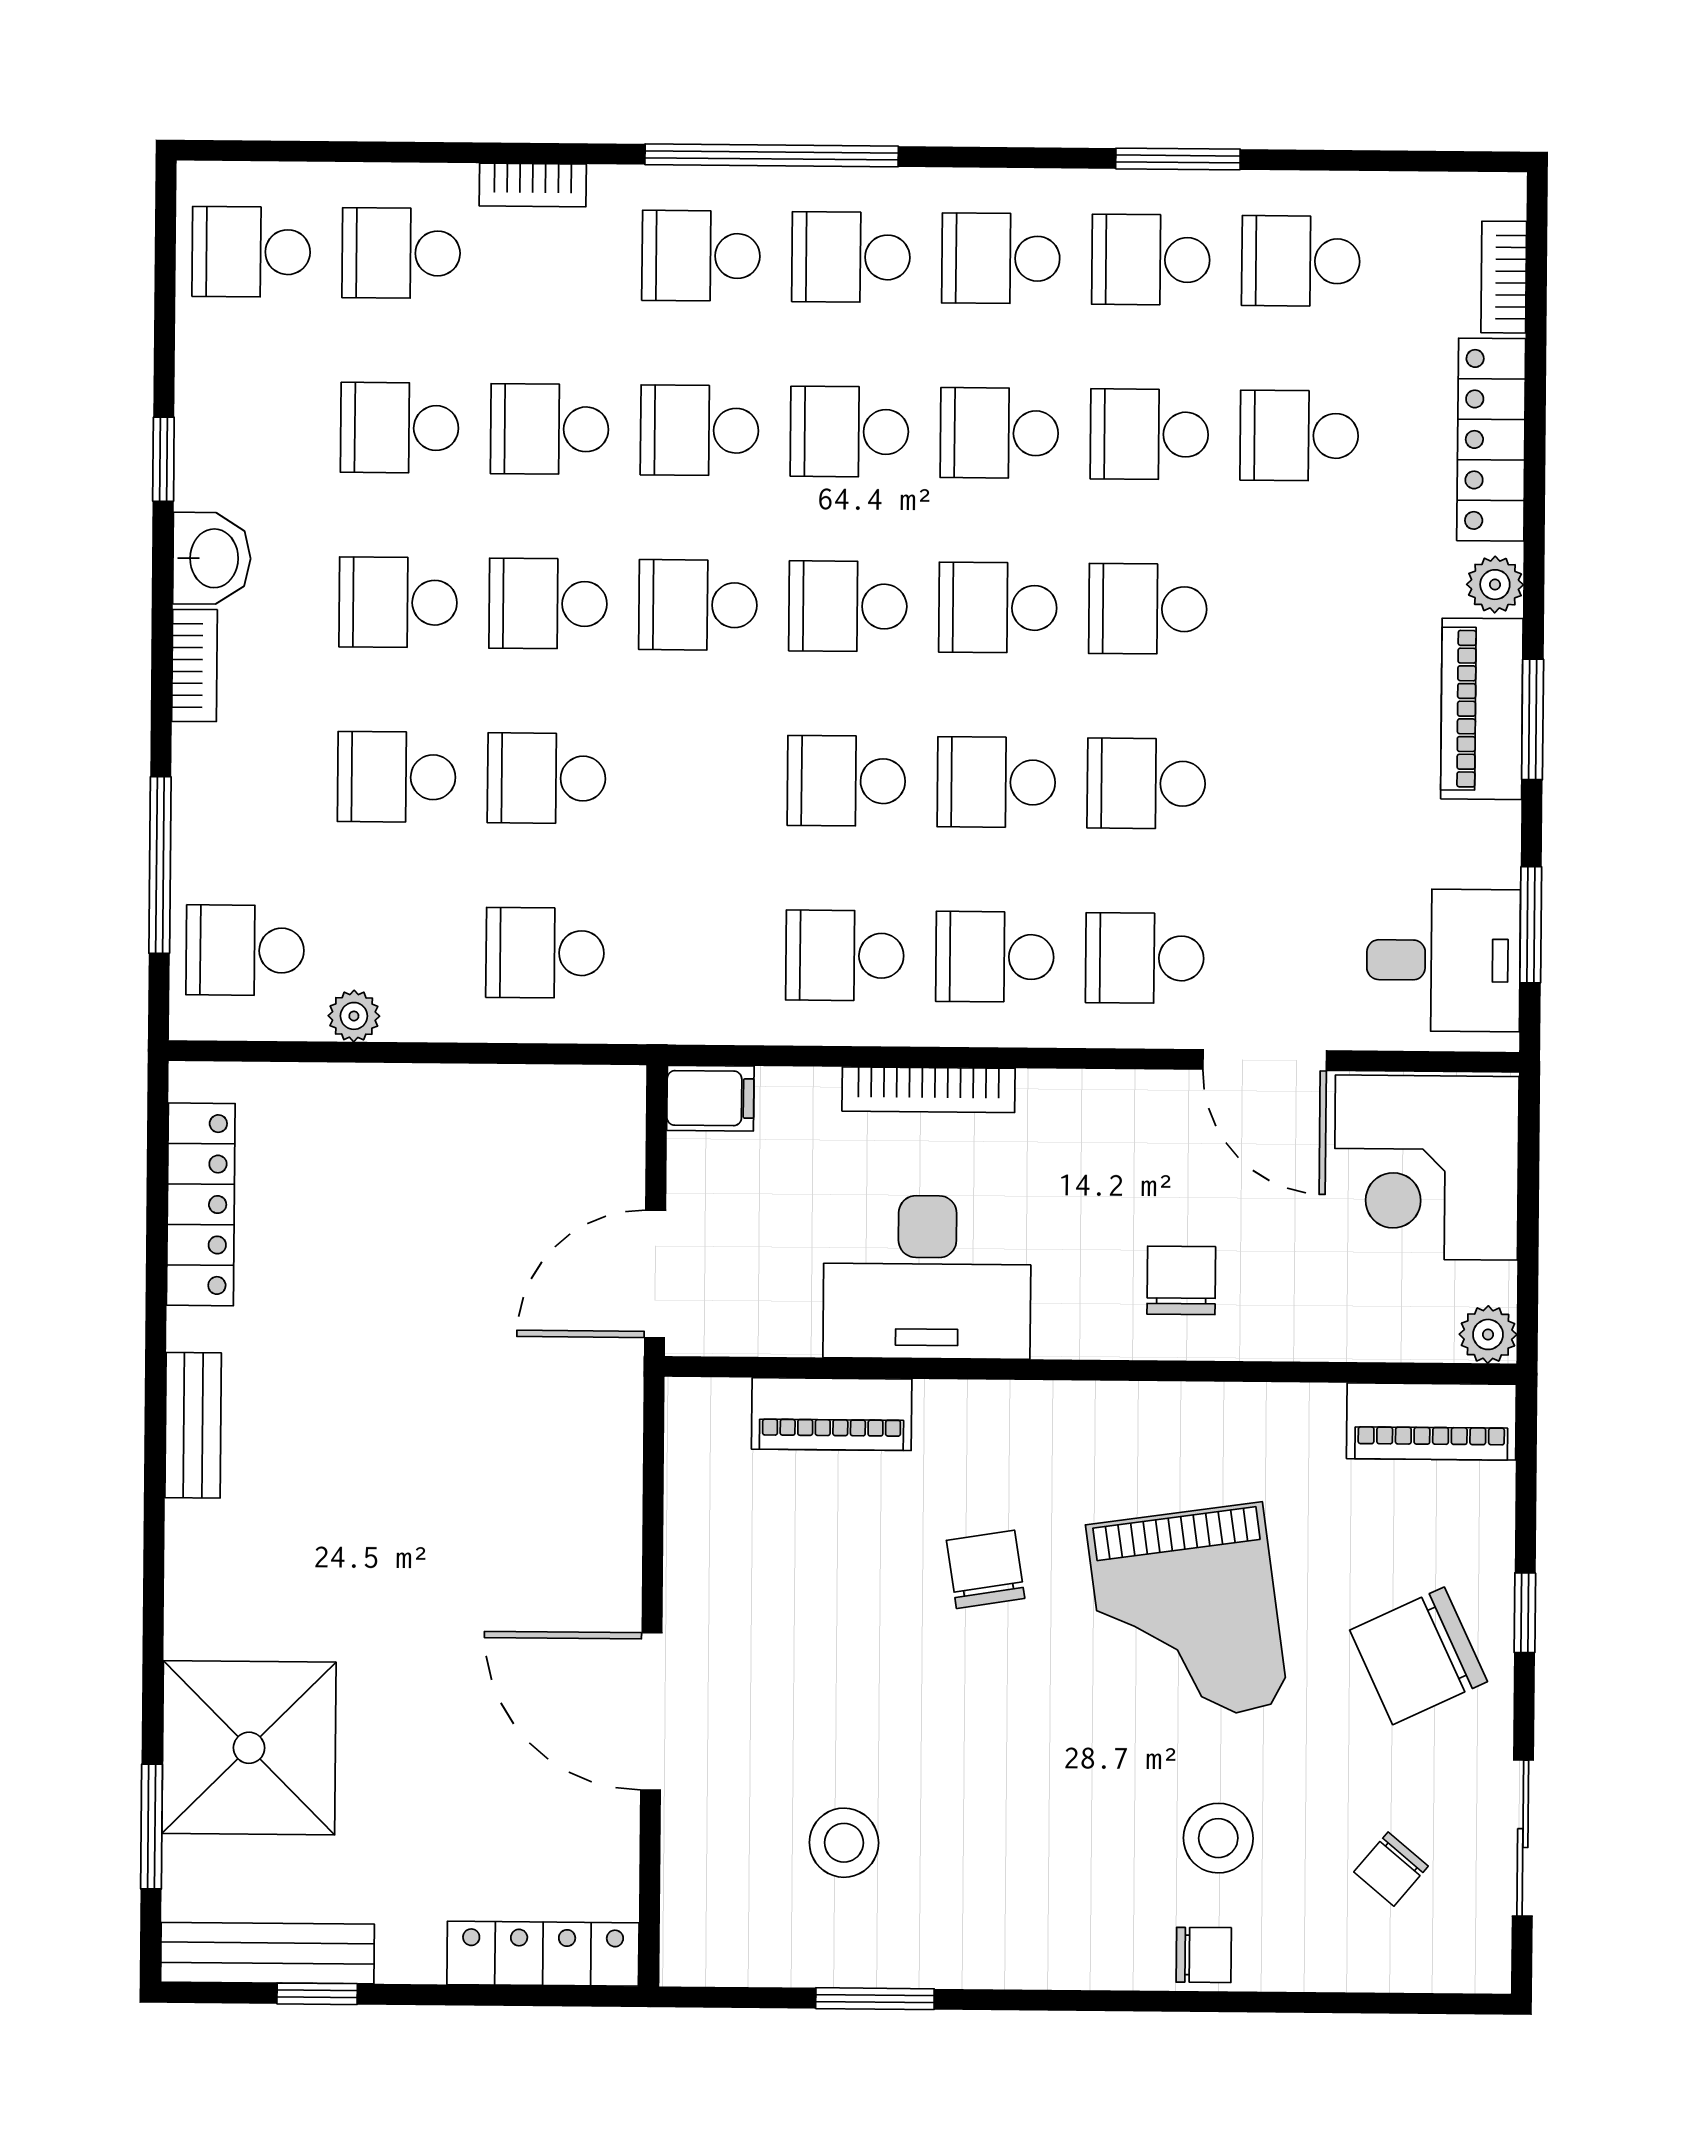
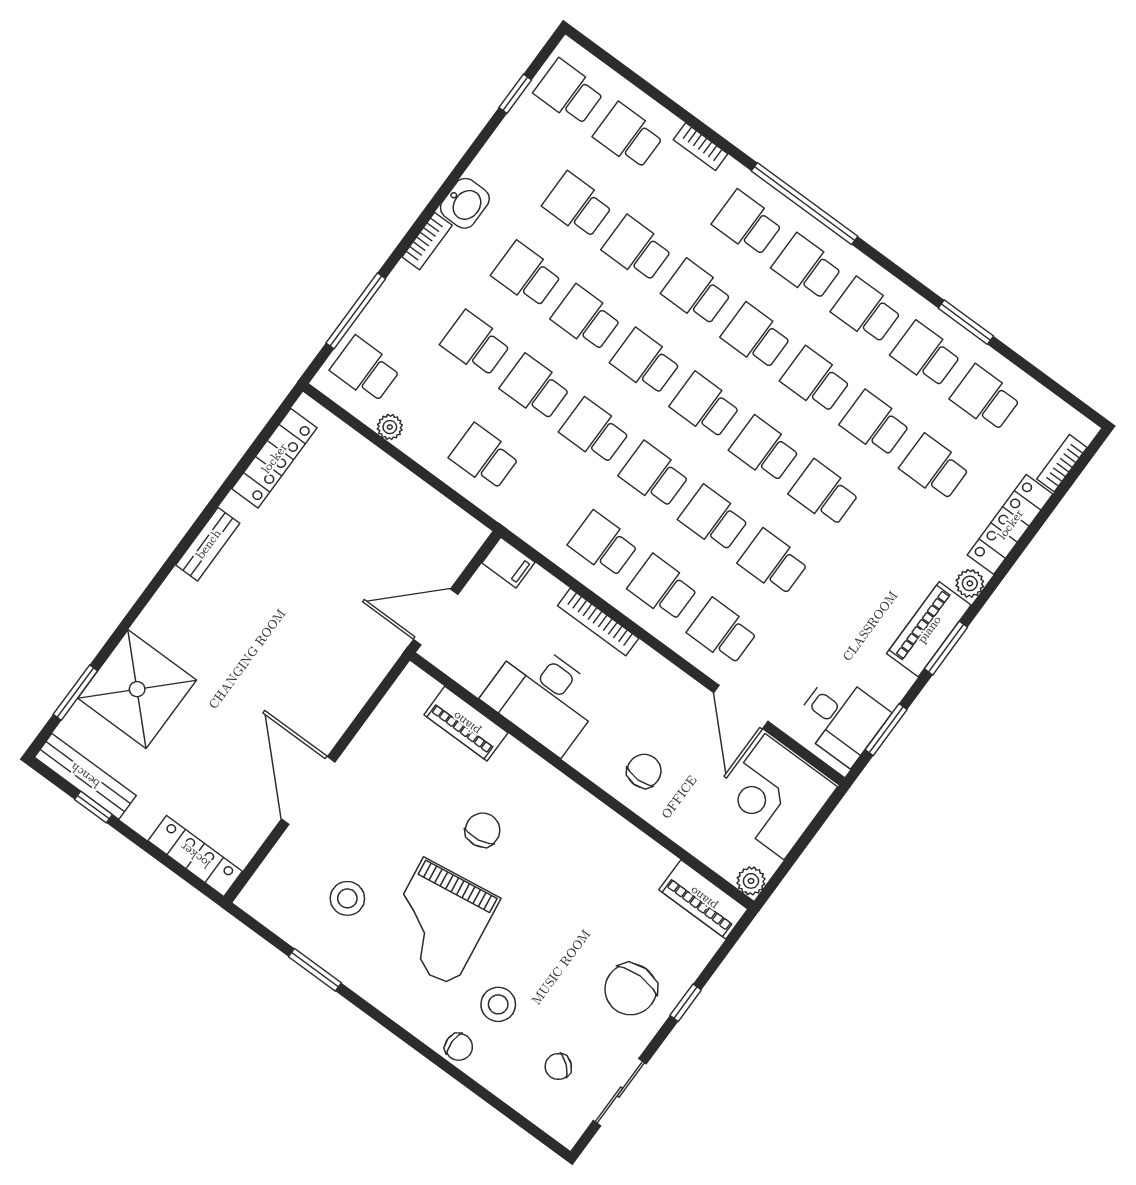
window: (163, 459) -> (515, 94), moved
school desk: (696, 780) -> (595, 431), added
grand piano: (1187, 1615) -> (438, 922), moved
chair: (1419, 1656) -> (631, 989), turned -65

